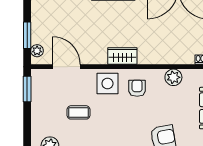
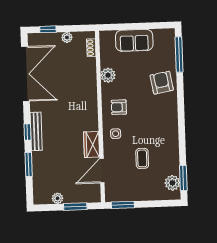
plant: (37, 51) -> (58, 198), moved
wardrobe: (122, 56) -> (92, 145), moved
side table: (107, 84) -> (116, 134), width x0.54, depth x0.54

